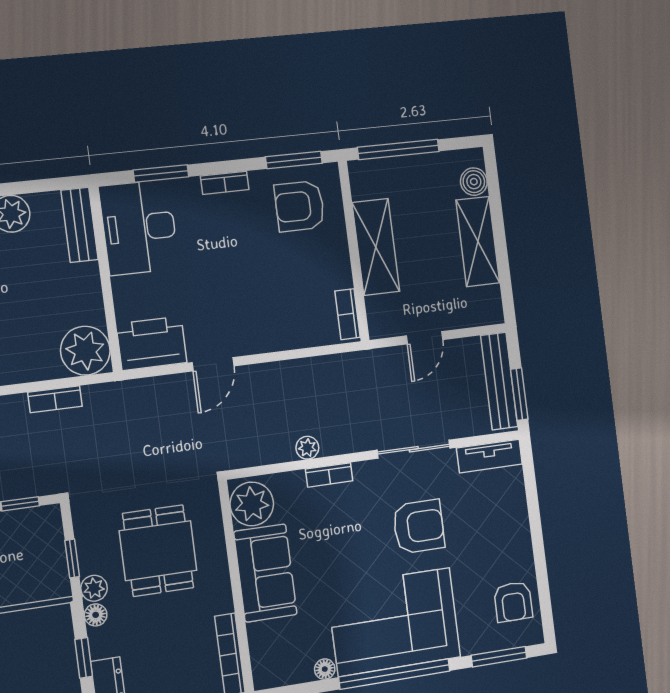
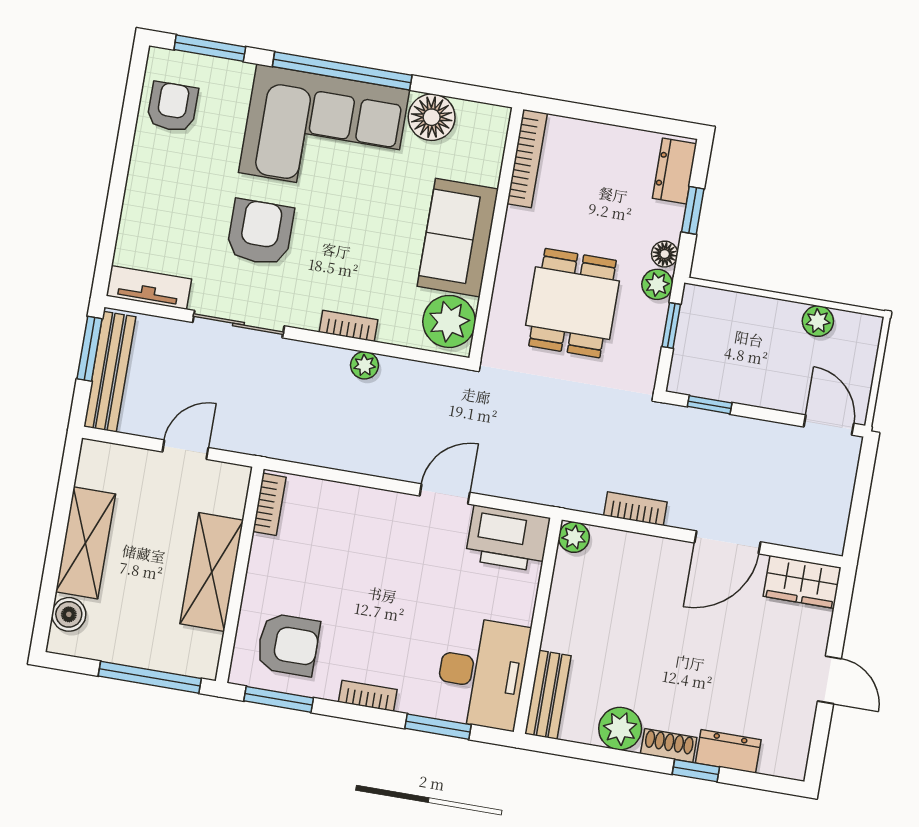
plant: (85, 351) -> (574, 537), width x0.53, depth x0.53
armchair: (419, 527) -> (260, 232), turned 90
floor lamp: (325, 669) -> (432, 117), width x1.89, depth x1.89

